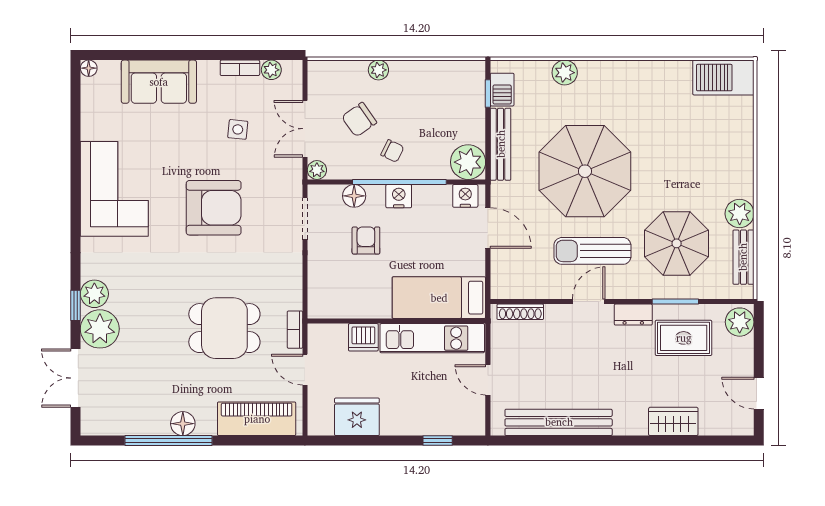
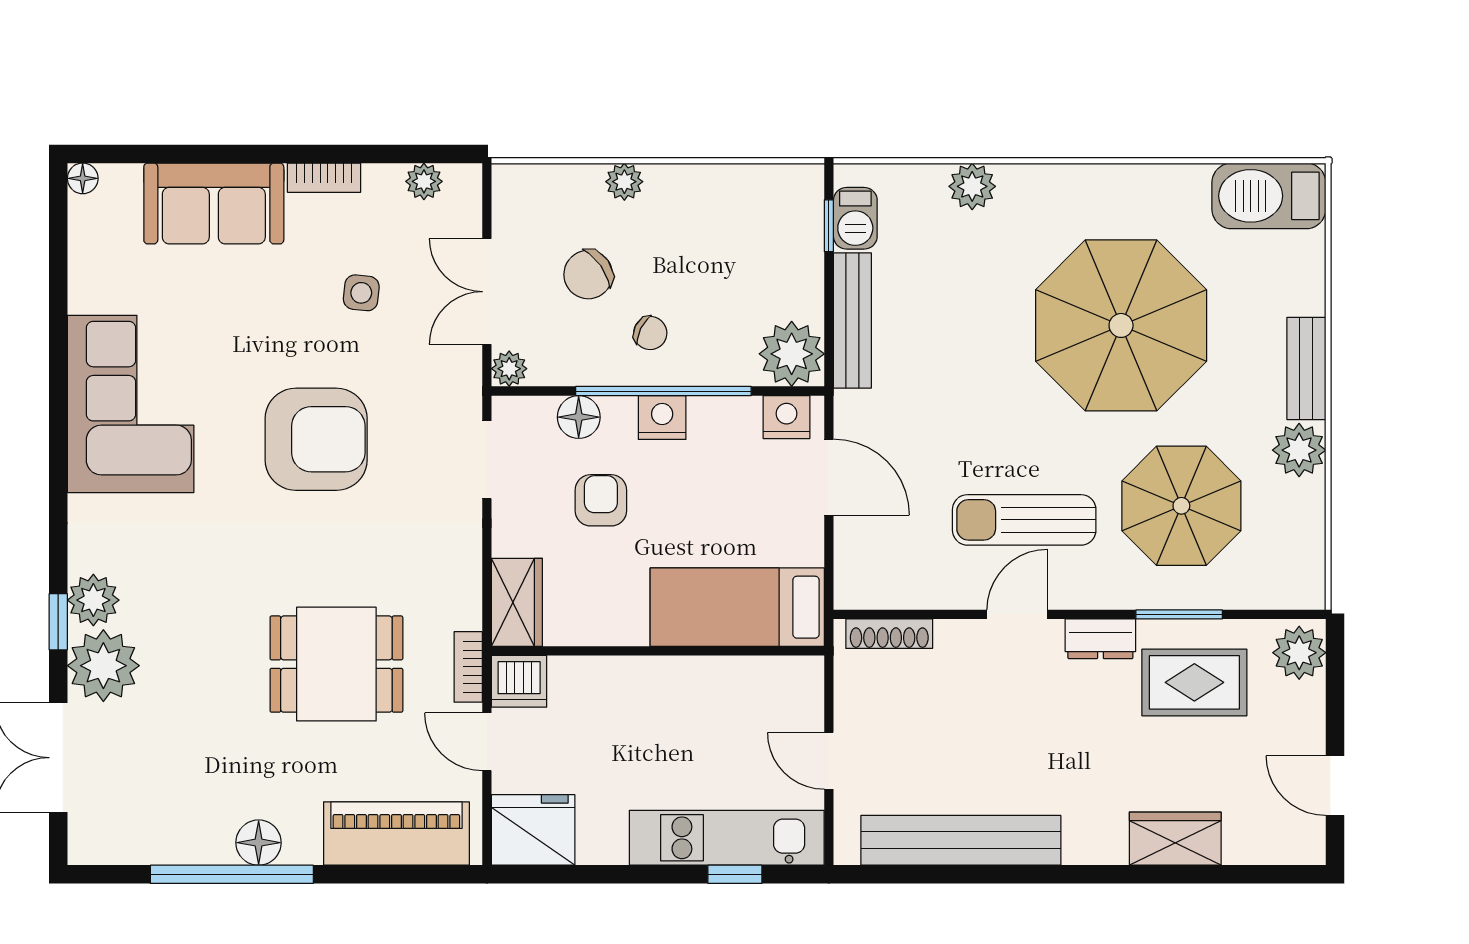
bookcase: (240, 68) -> (324, 178), moved
parasol: (585, 171) -> (1121, 325), moved
bench: (743, 257) -> (1306, 368), moved
wardrobe: (321, 295) -> (517, 602), added
dishwasher: (363, 337) -> (519, 681), moved
kitchen unit: (432, 338) -> (727, 838), moved, turned 180
fridge: (357, 417) -> (533, 830), moved

